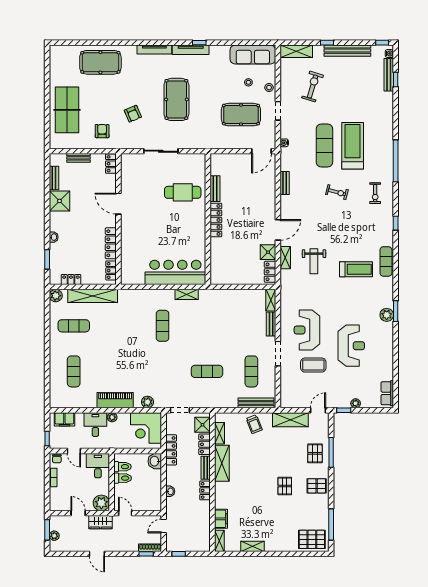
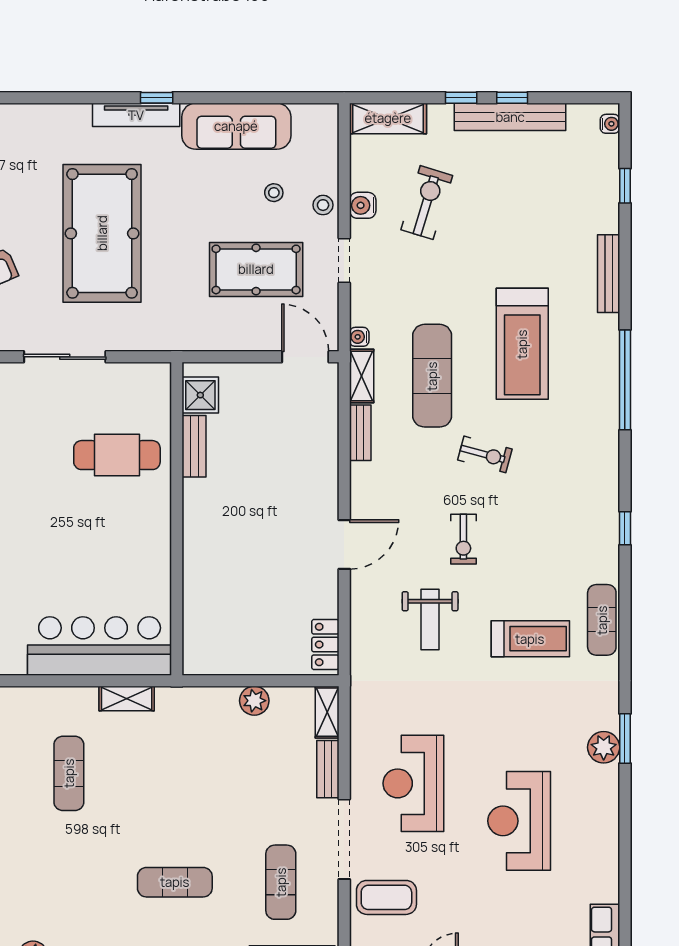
window: (382, 43) -> (512, 98), moved
tv unit: (154, 49) -> (49, 114), removed
sofa: (253, 55) -> (236, 126), moved
bench: (389, 75) -> (609, 274), moved
water cooler: (286, 88) -> (363, 205), added
pool table: (176, 99) -> (102, 233), width x1.36, depth x1.32
exercise mat: (324, 146) -> (432, 376), moved
treadmill: (353, 146) -> (522, 344), turned 180
door: (262, 151) -> (305, 357), swing flipped
exercise bike: (375, 193) -> (463, 539), moved
locker: (216, 220) -> (196, 521), removed
shower: (268, 252) -> (200, 395), moved
shelving: (285, 258) -> (362, 376), moved
plant: (240, 295) -> (254, 701), added
reception desk: (351, 346) -> (519, 821), turned 180
doorway: (278, 353) -> (344, 839), width x1.36
coffee table: (313, 365) -> (386, 897), moved

